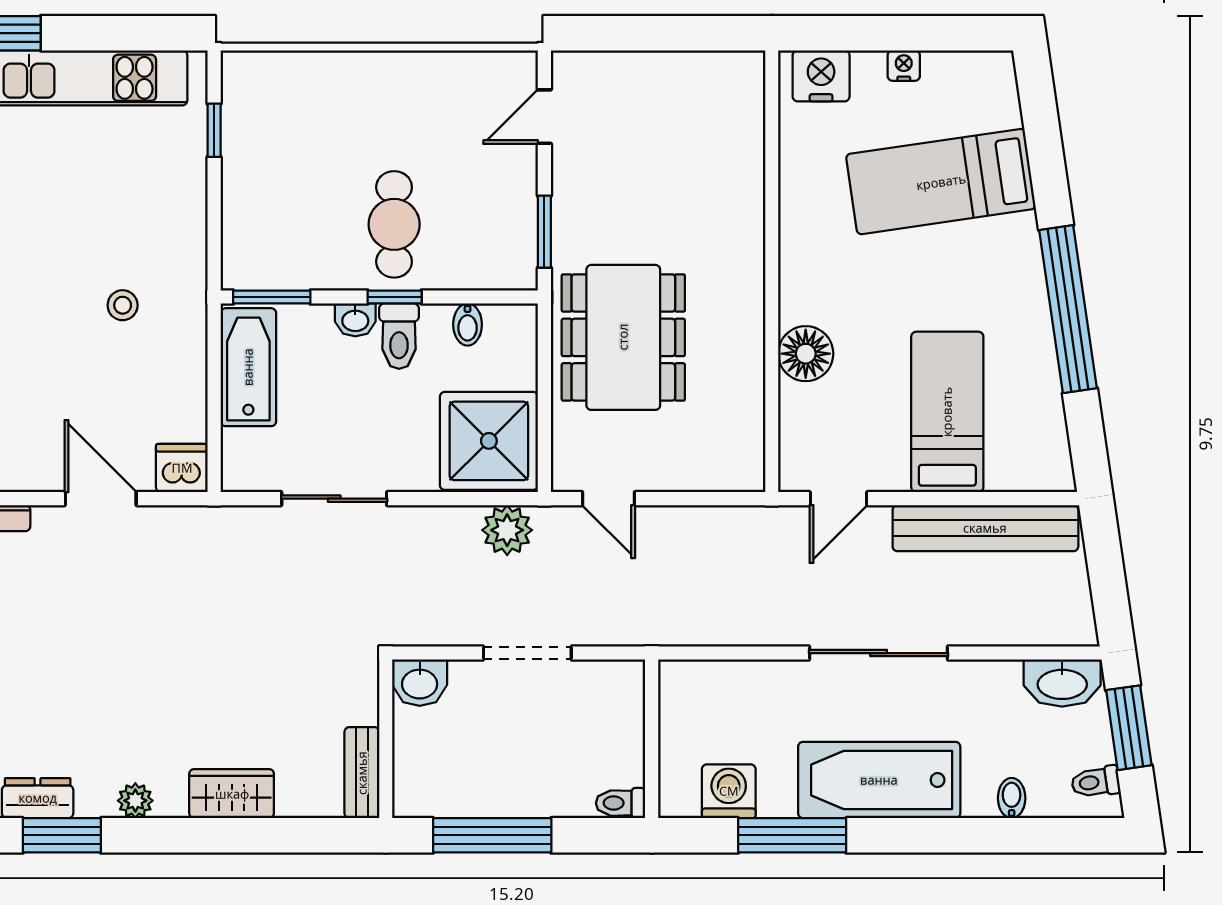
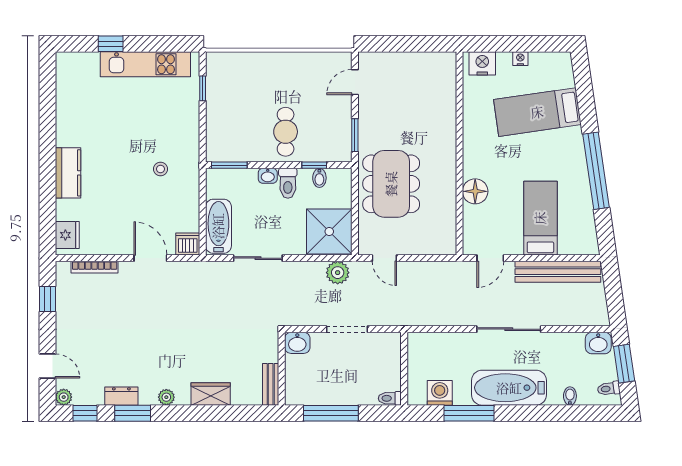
window: (395, 297) -> (314, 165), moved
bathtub: (248, 367) -> (218, 226), moved
washbasin: (1062, 683) -> (598, 343), width x0.72

